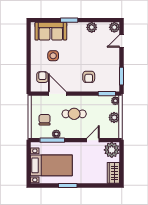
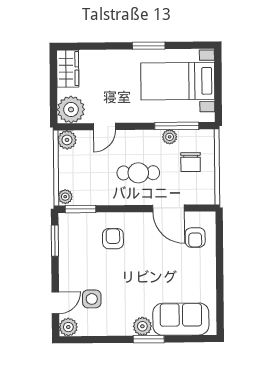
plant: (92, 27) -> (142, 326), moved
side table: (53, 56) -> (92, 299), moved
plant: (114, 117) -> (67, 140), moved

